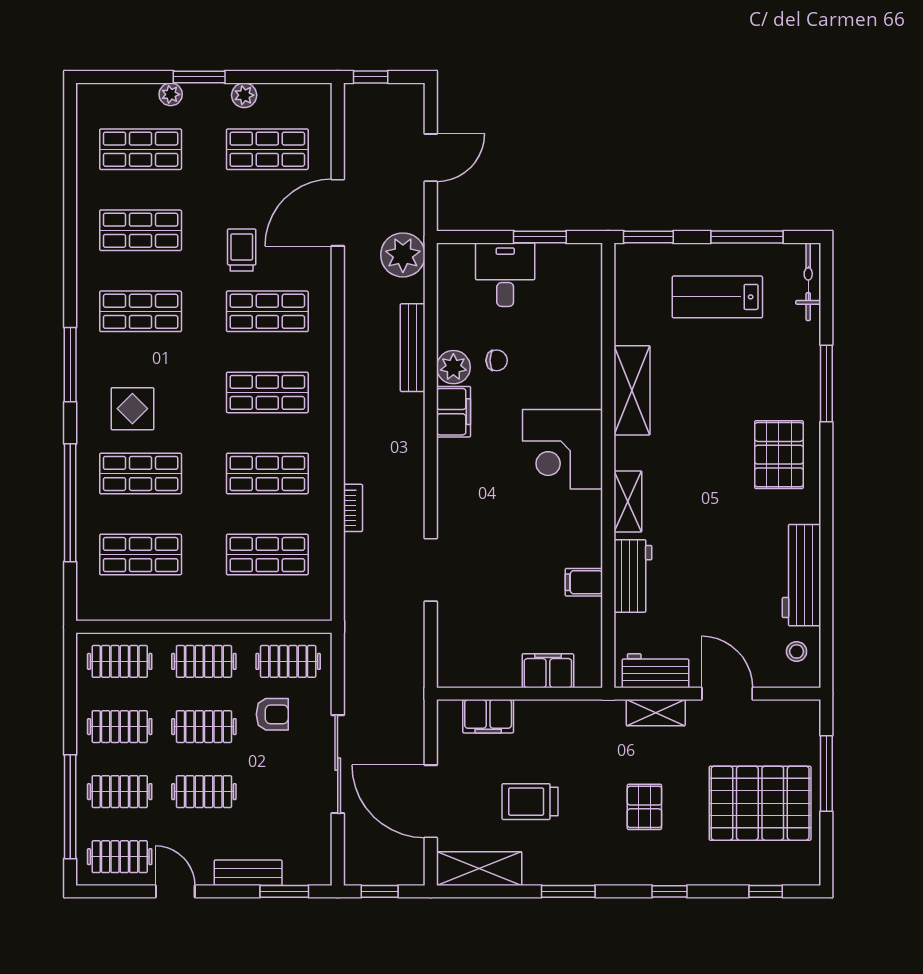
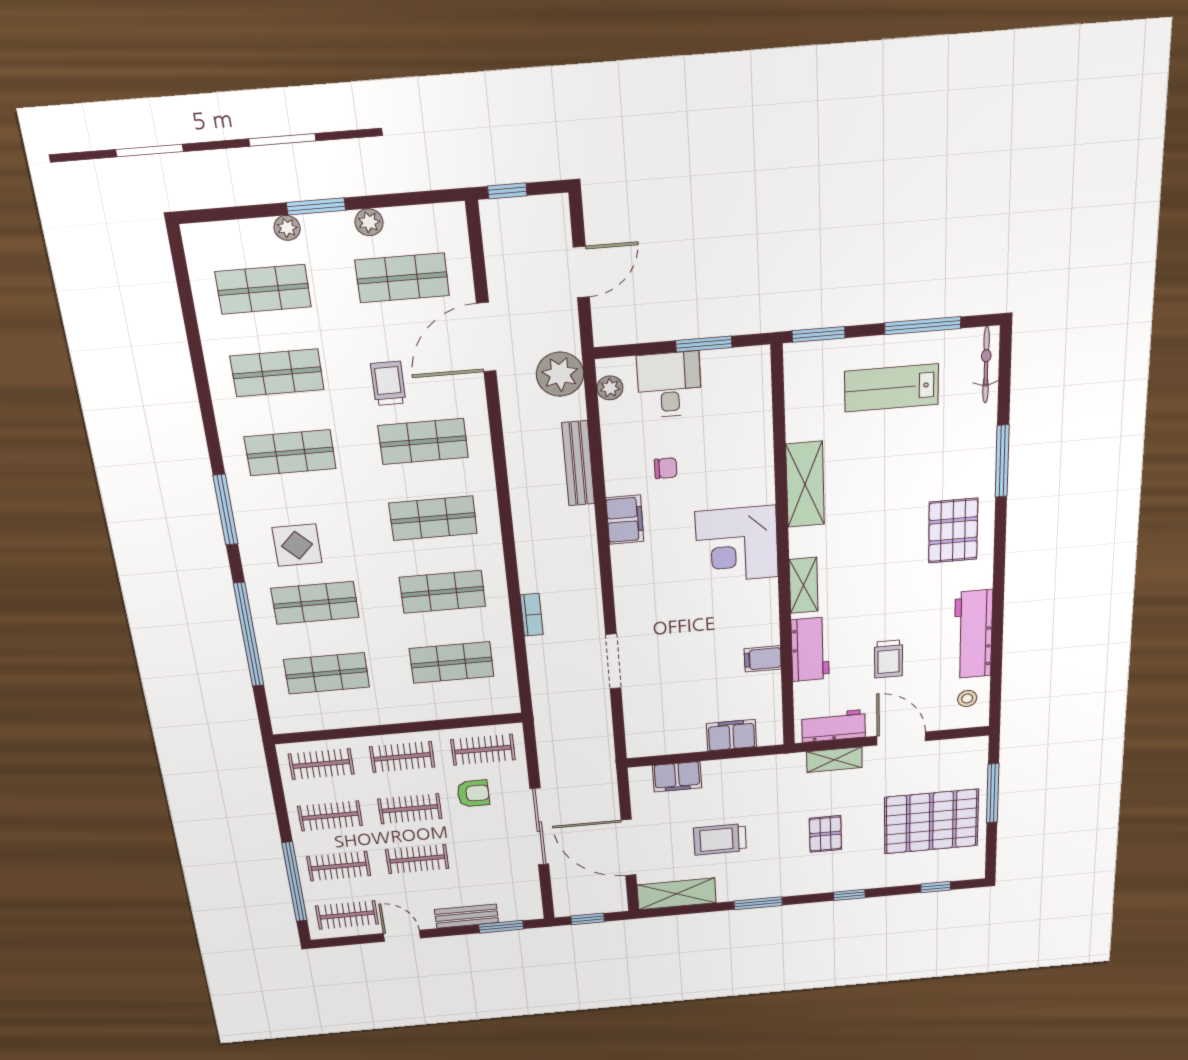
plant: (453, 367) -> (610, 388), moved, width x0.73, depth x0.73
trolley: (714, 595) -> (889, 659), added

